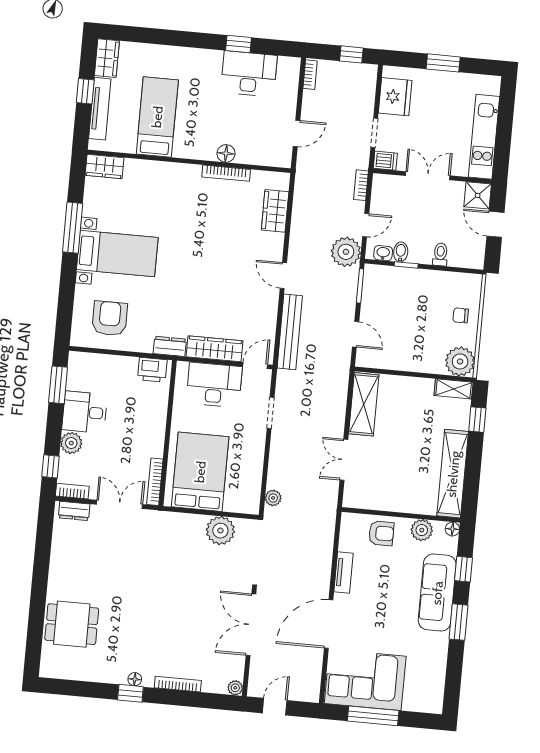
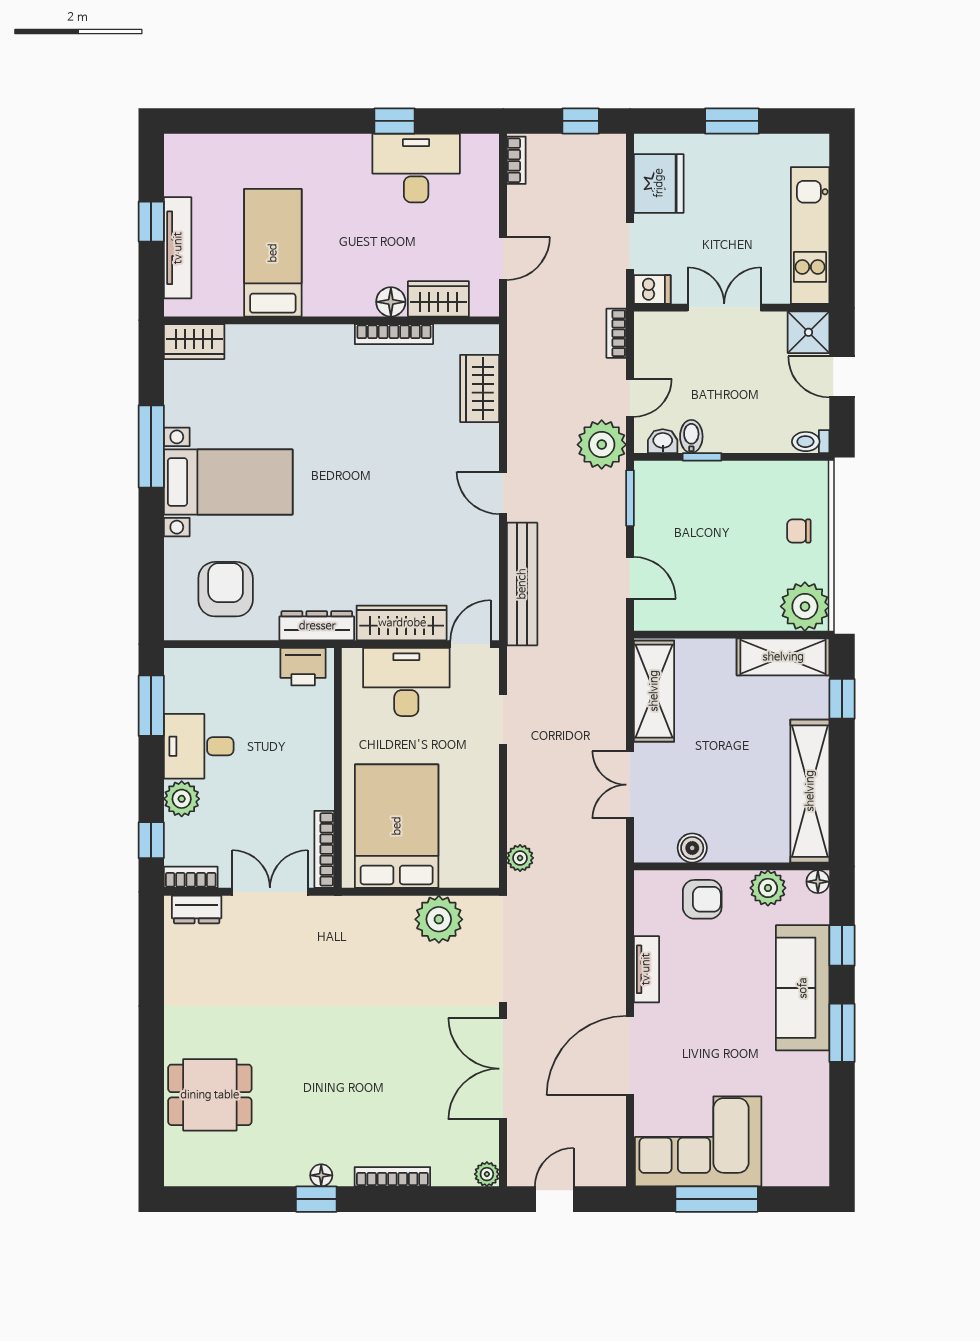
wardrobe: (107, 58) -> (438, 299), moved, turned -90
toilet: (440, 254) -> (811, 442), moved, turned -90
dresser: (170, 346) -> (317, 626), width x1.44
shelving: (454, 389) -> (783, 657), width x1.50, depth x1.33
boiler: (378, 502) -> (692, 848), added

